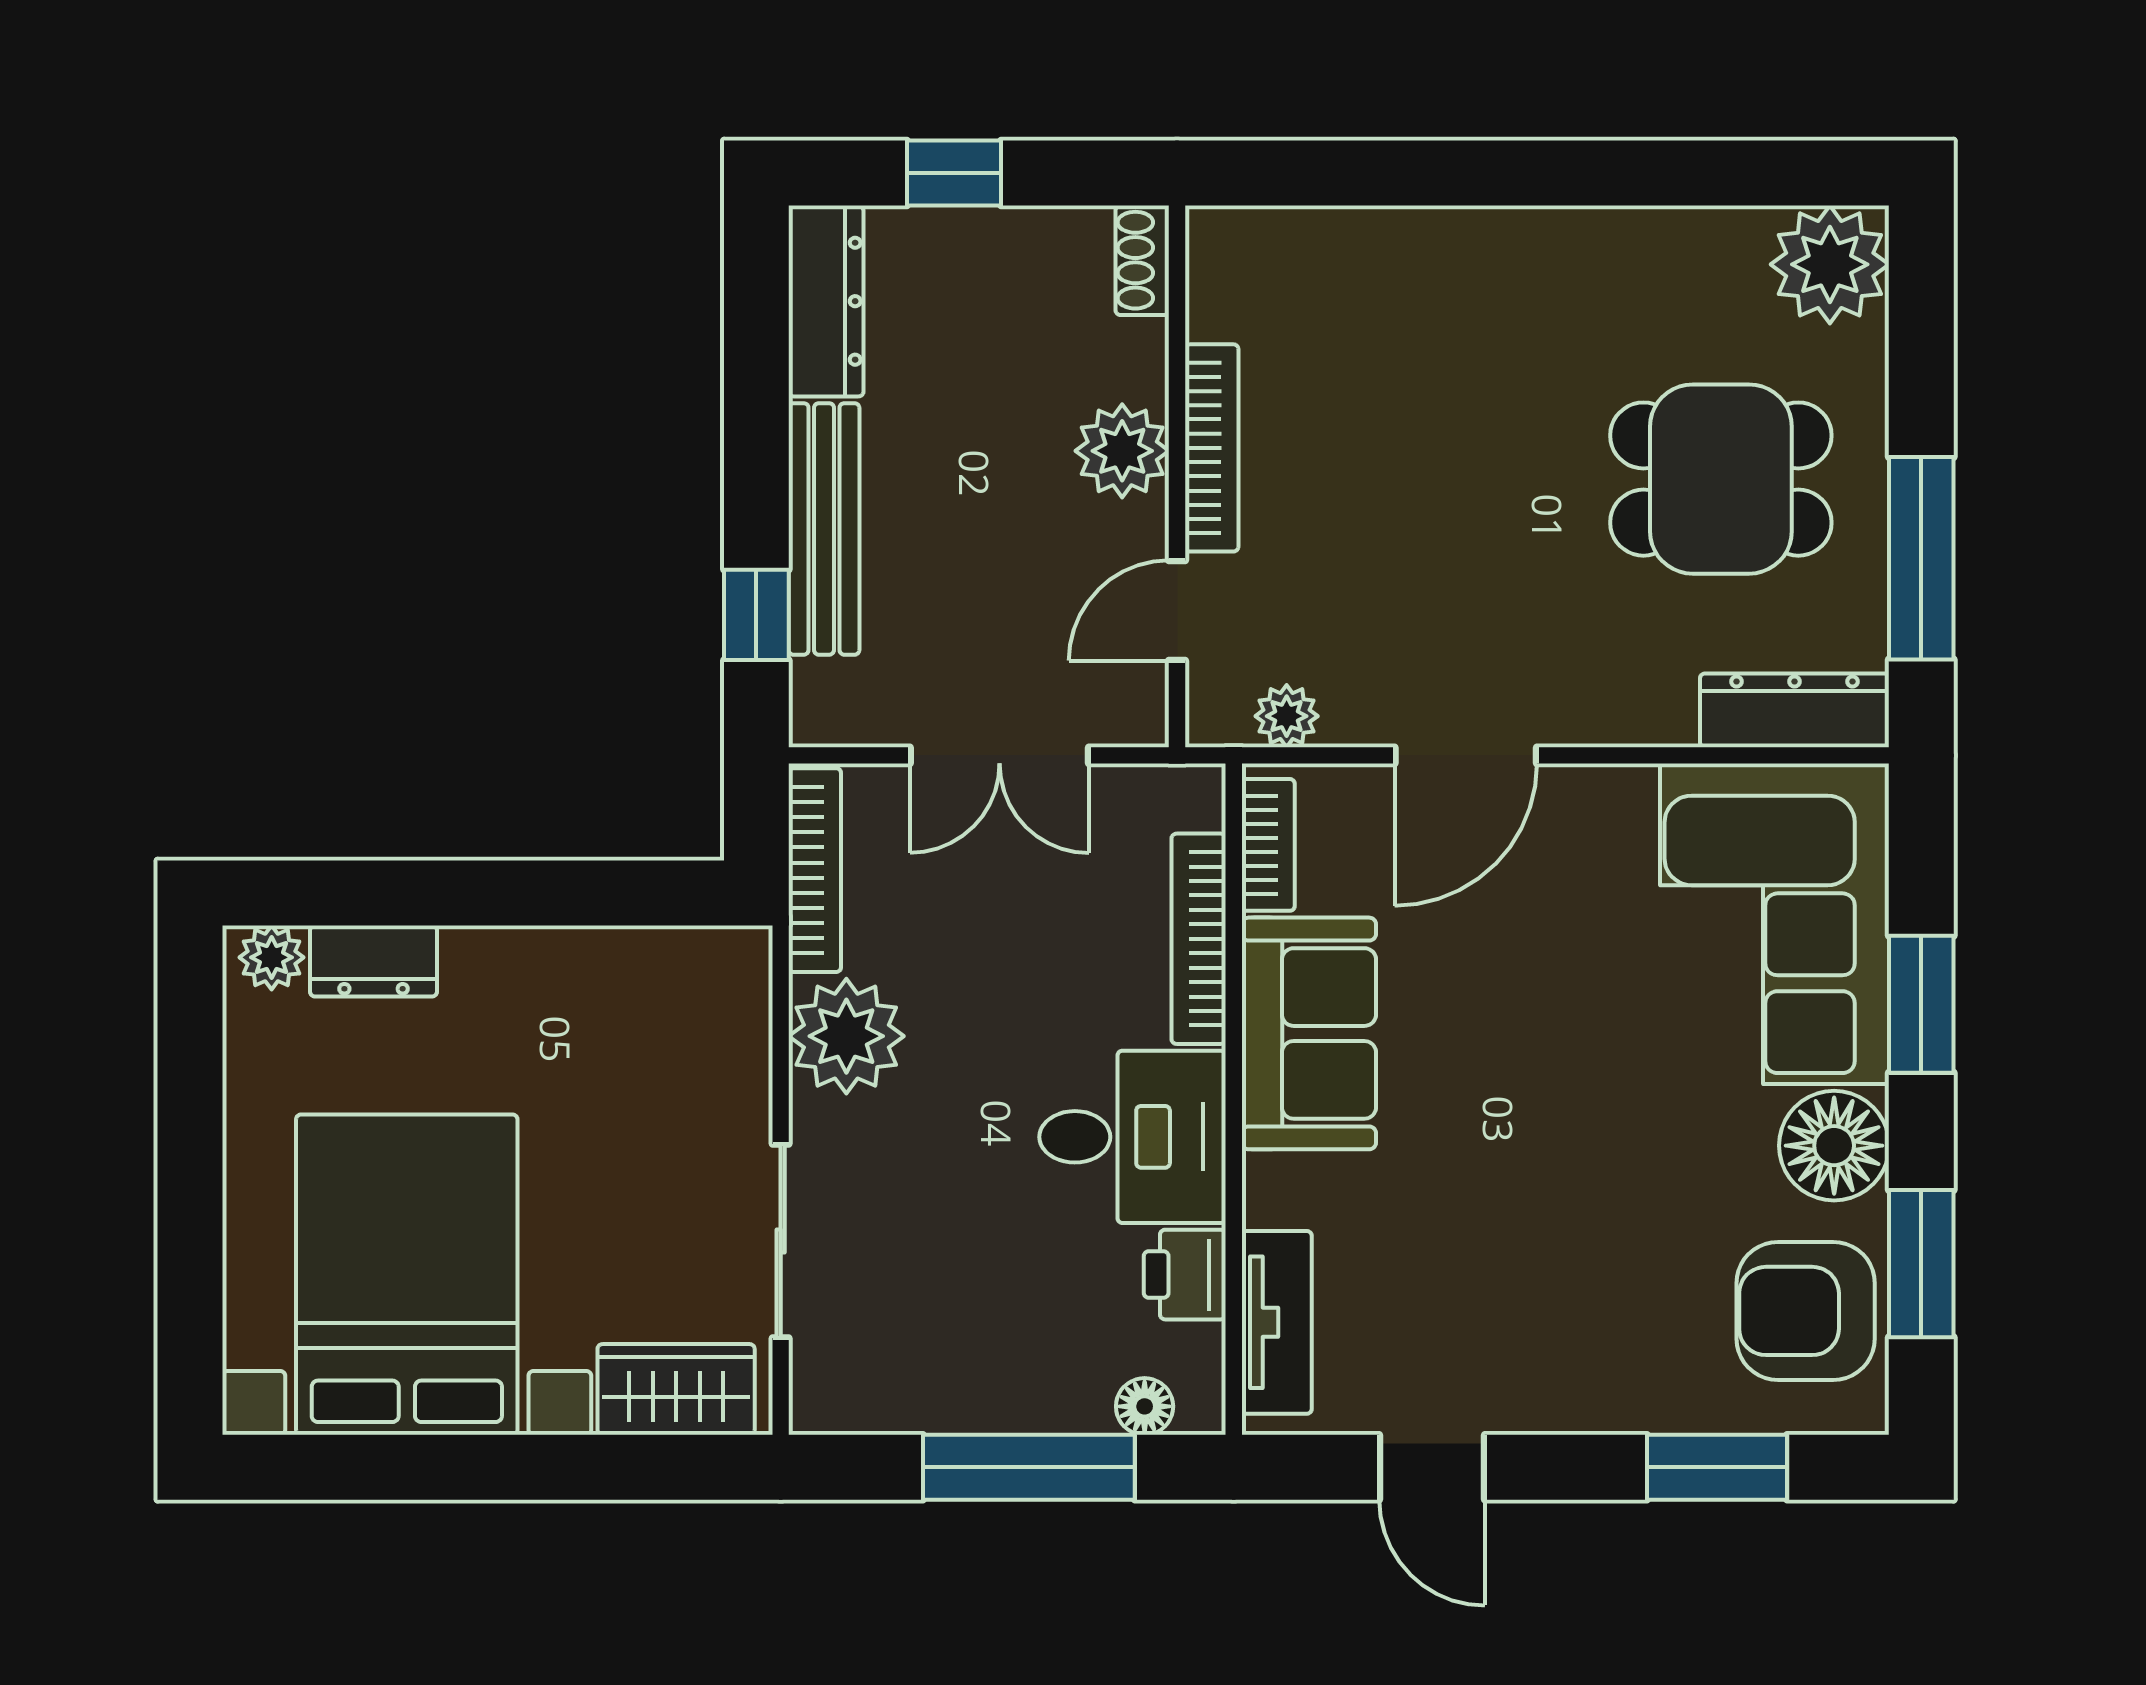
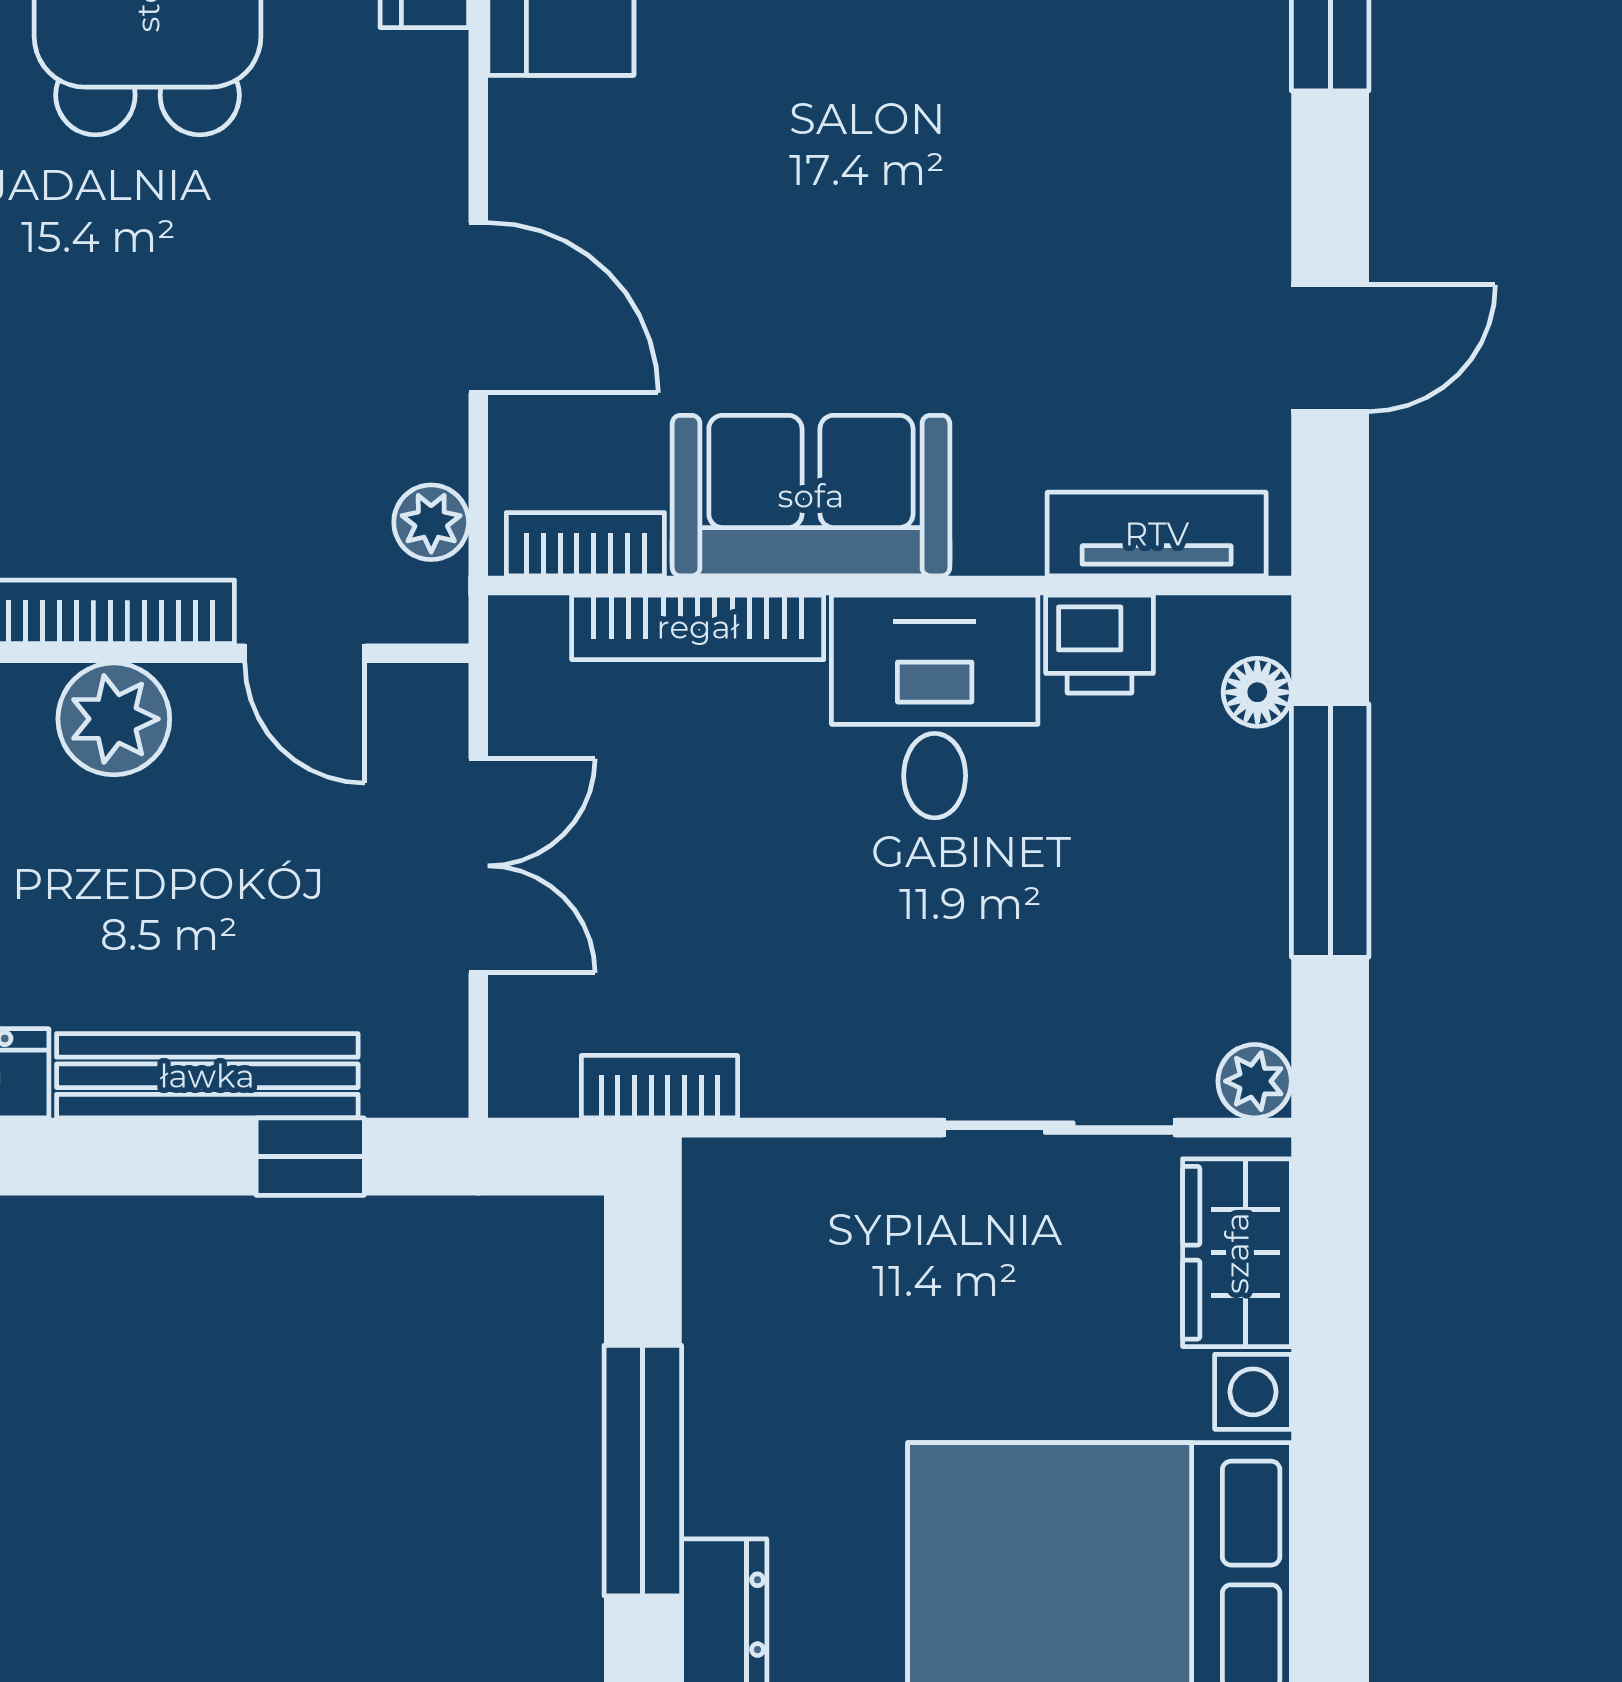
bookcase: (815, 870) -> (659, 1087), width x0.64
window: (494, 893) -> (643, 1471), added
plant: (846, 1036) -> (1255, 1081), moved, width x0.53, depth x0.53

